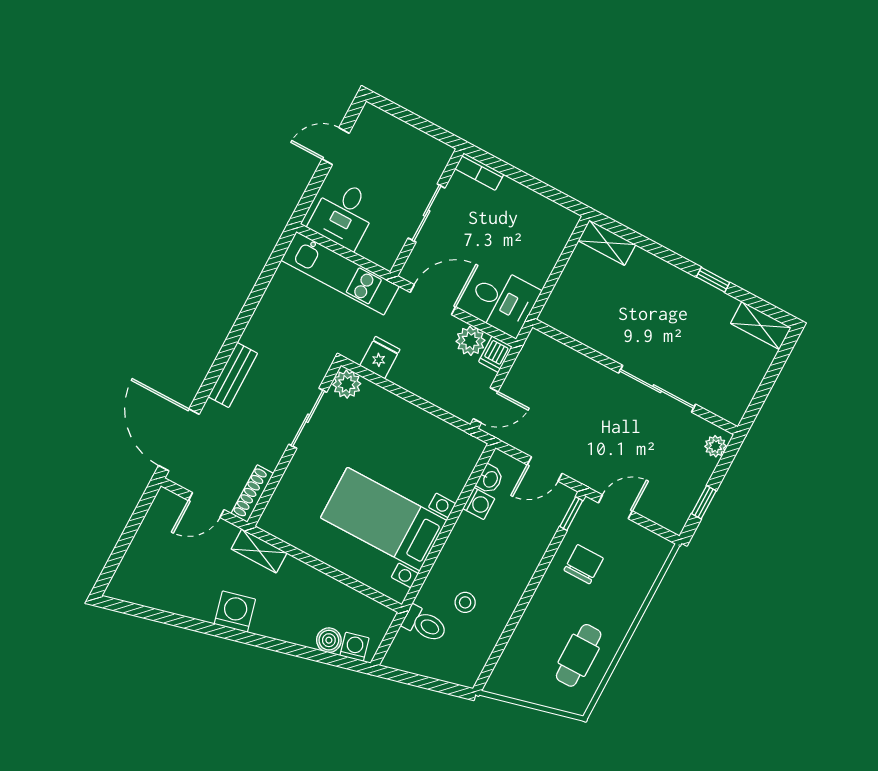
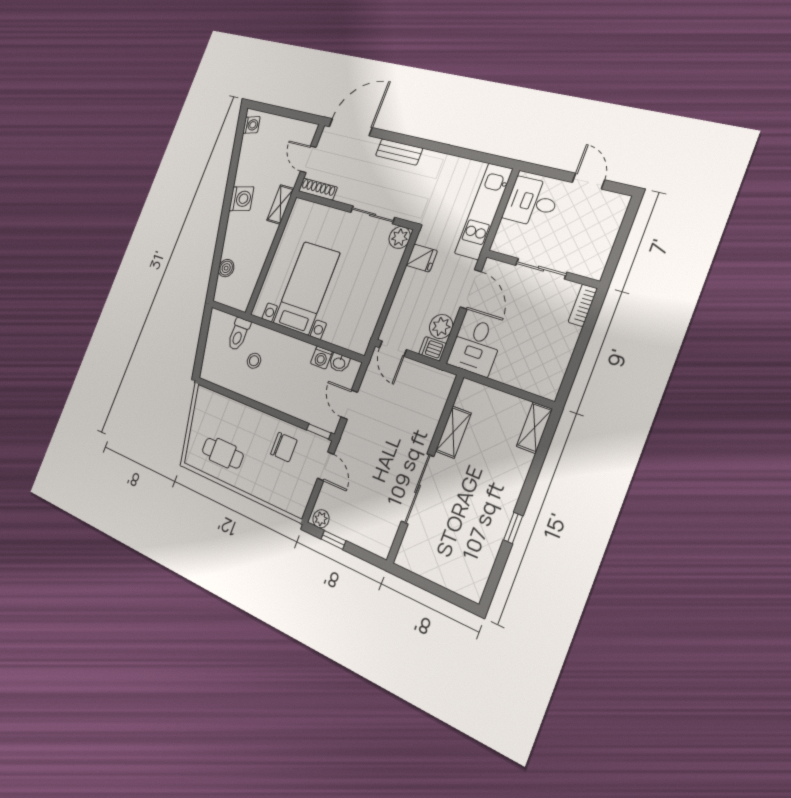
shelving: (761, 326) -> (453, 432), moved
plant: (715, 446) -> (321, 519), moved
washing machine: (355, 647) -> (251, 125), moved

